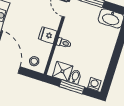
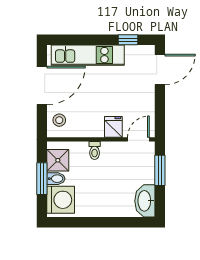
fridge: (48, 35) -> (113, 127), moved
washing machine: (94, 84) -> (61, 200), width x1.89, depth x1.89

